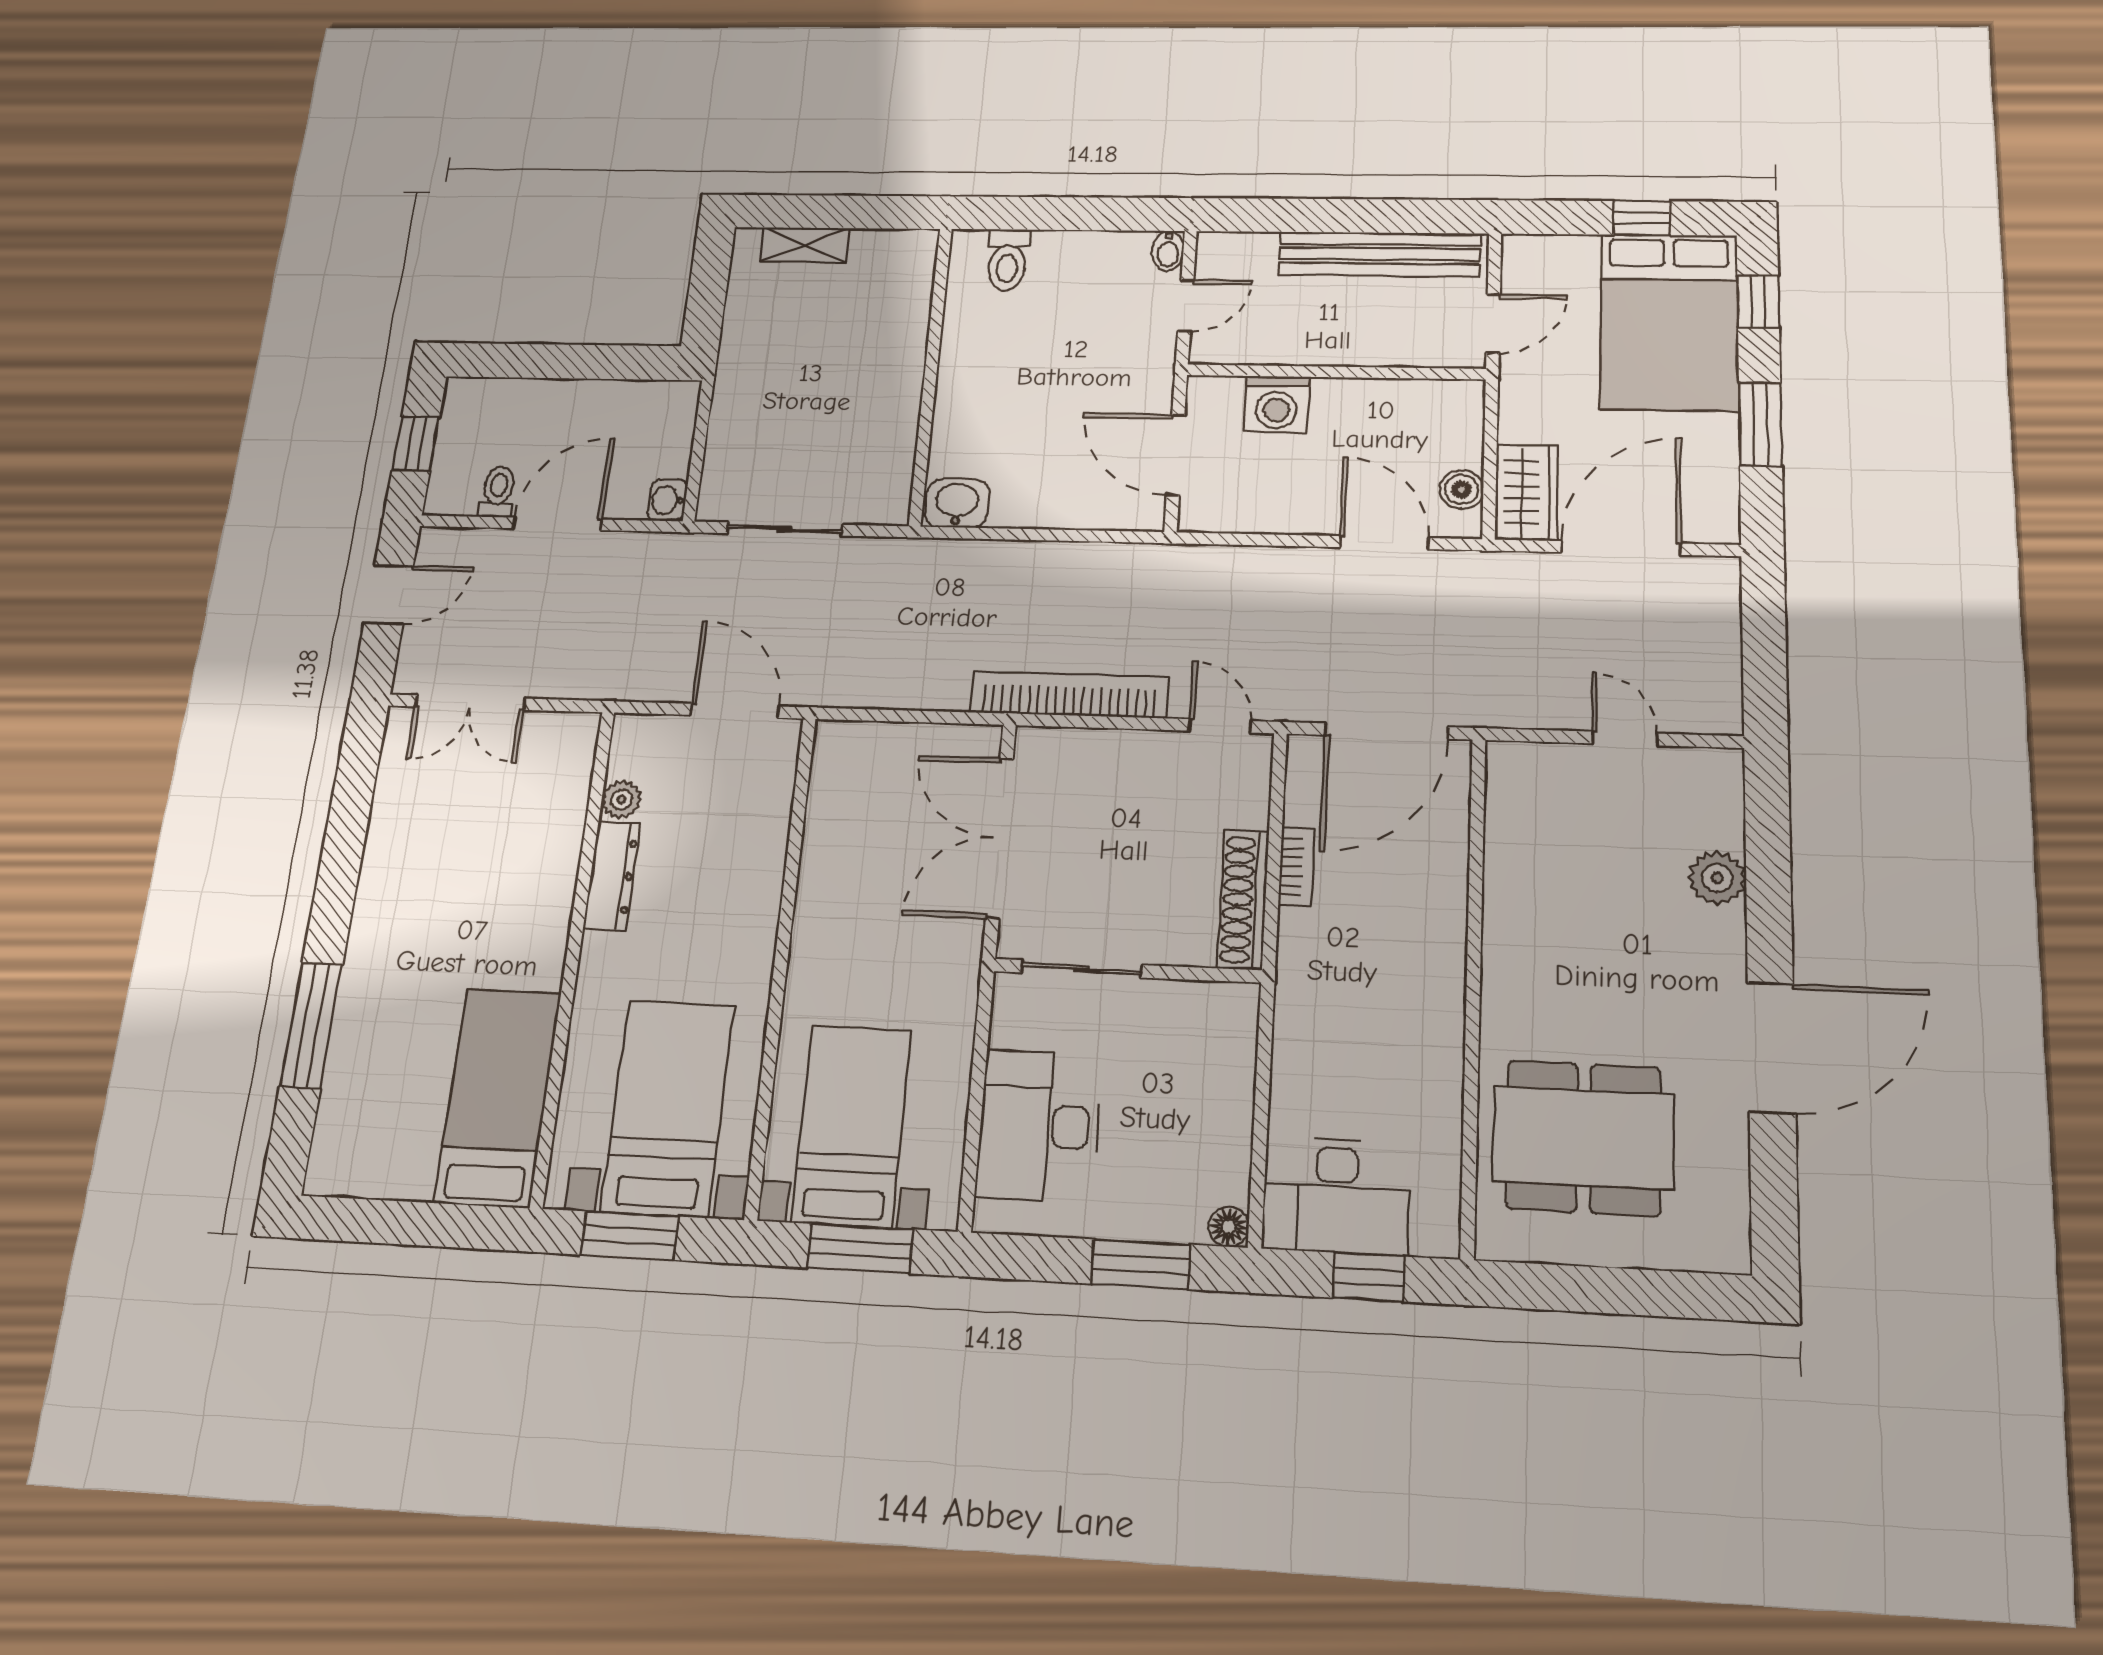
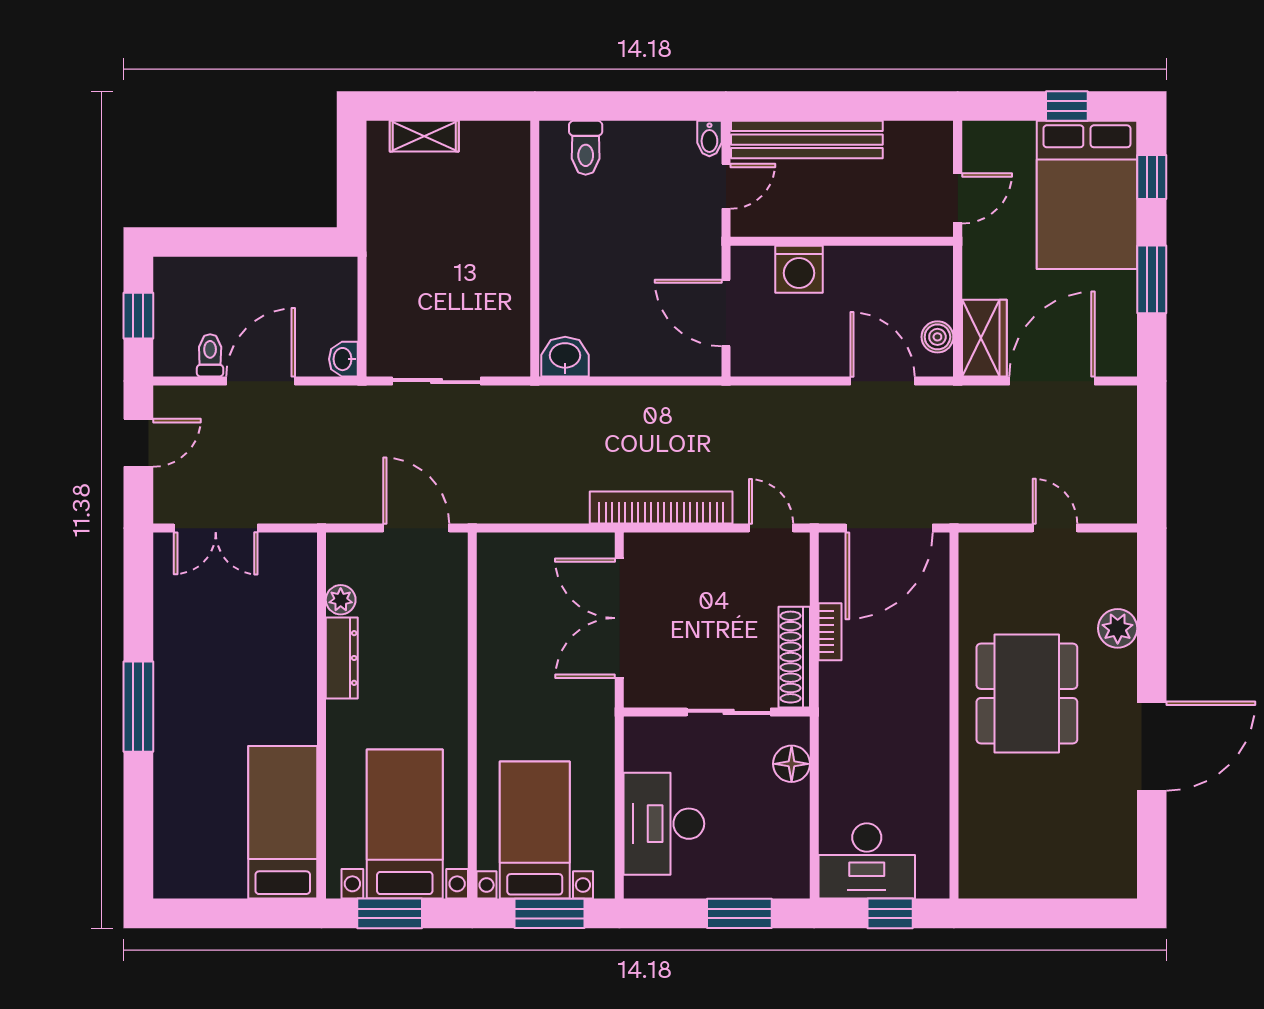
bench: (1379, 254) -> (807, 140), moved
sliding door: (1081, 969) -> (729, 712), moved
window: (311, 1025) -> (138, 707), moved
dining table: (1584, 1138) -> (1027, 693), moved, turned 90
floor lamp: (1229, 1227) -> (792, 764), moved, width x1.37, depth x1.37

